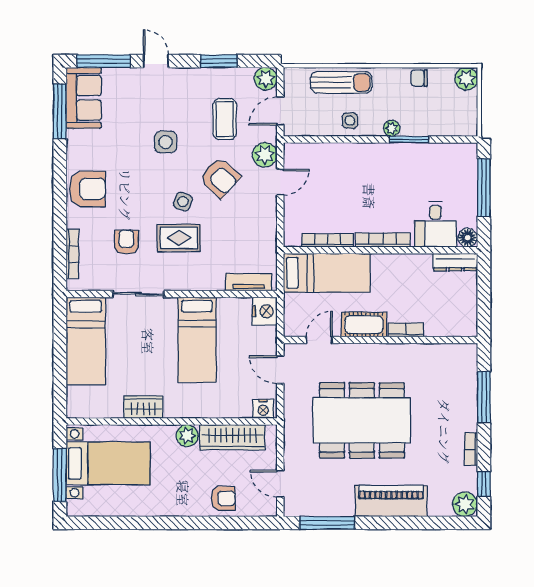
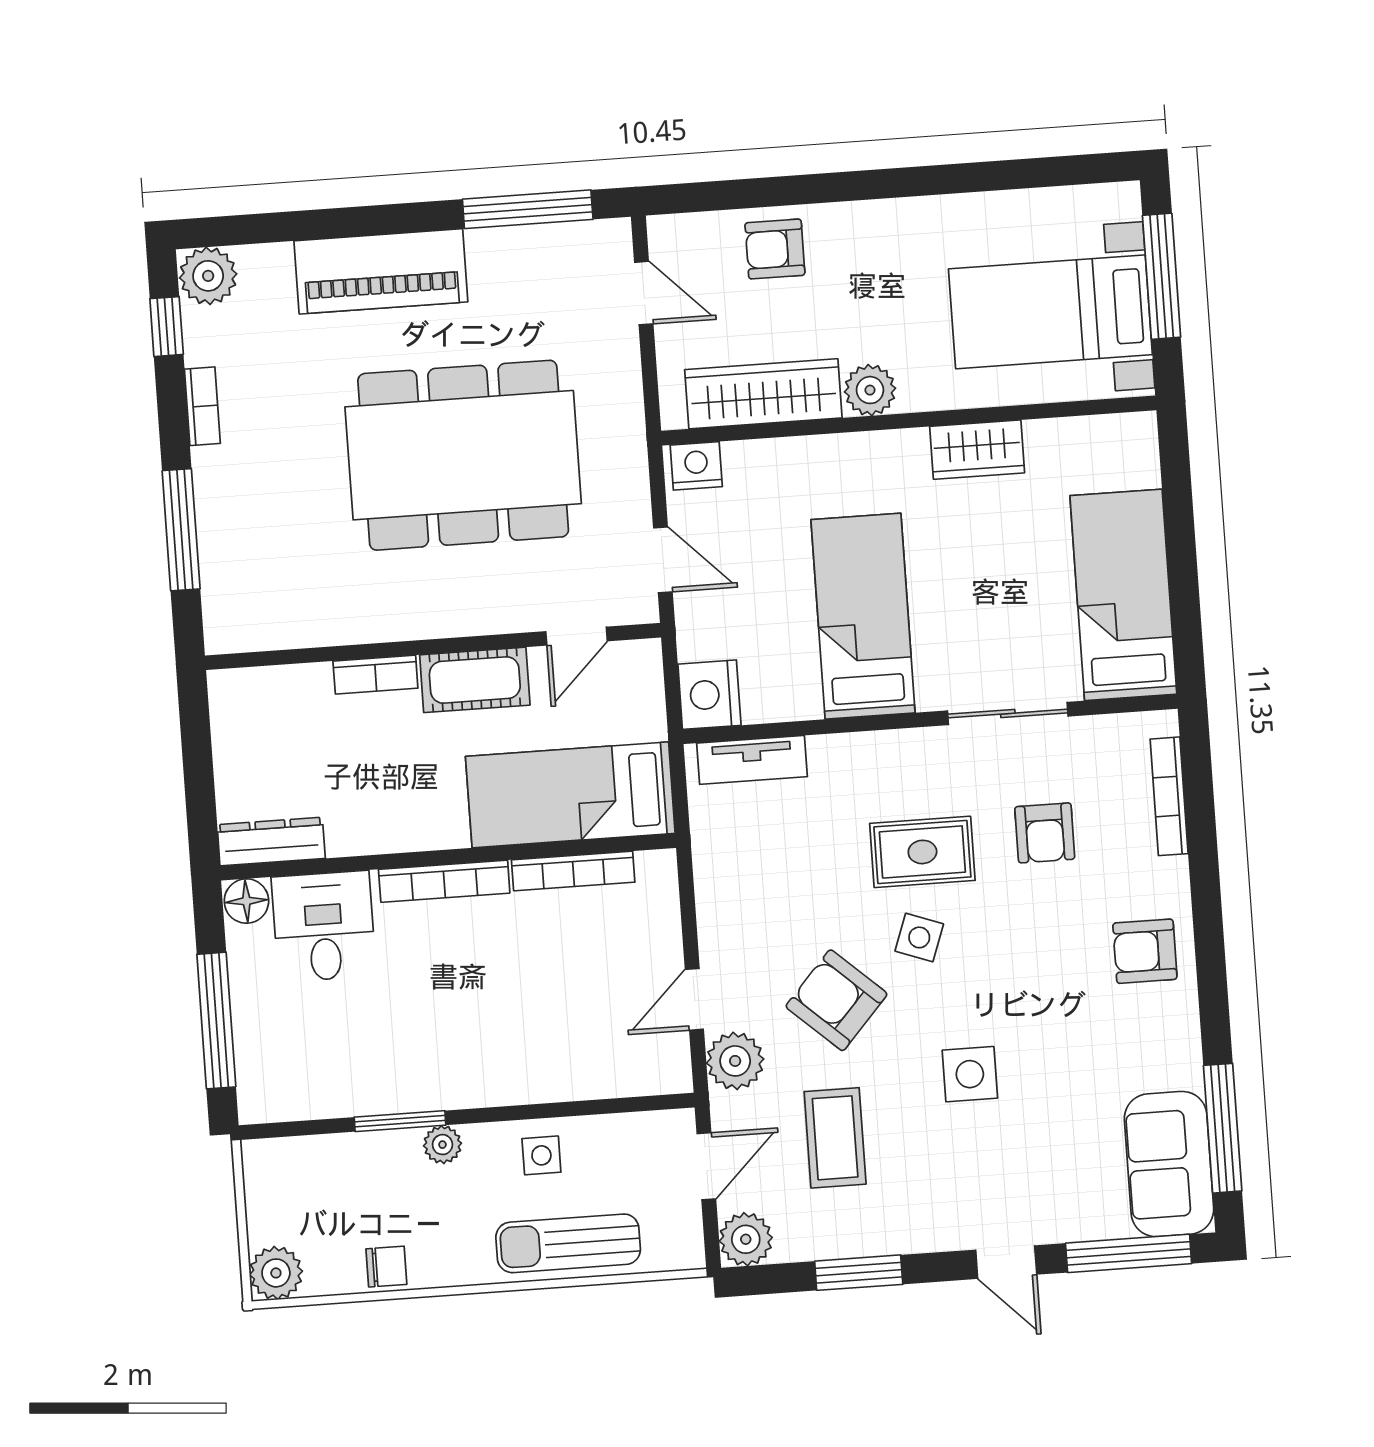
armchair: (87, 189) -> (1145, 951), width x0.72, depth x0.72

